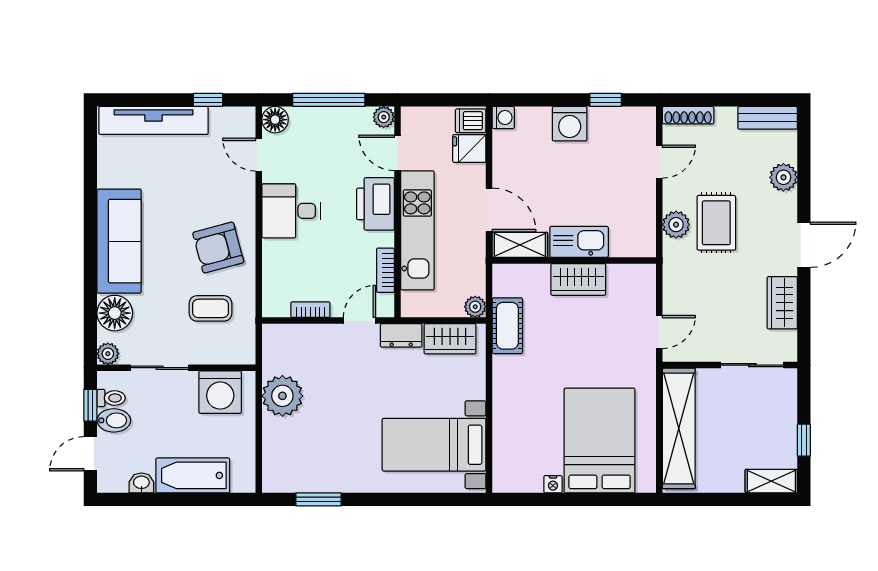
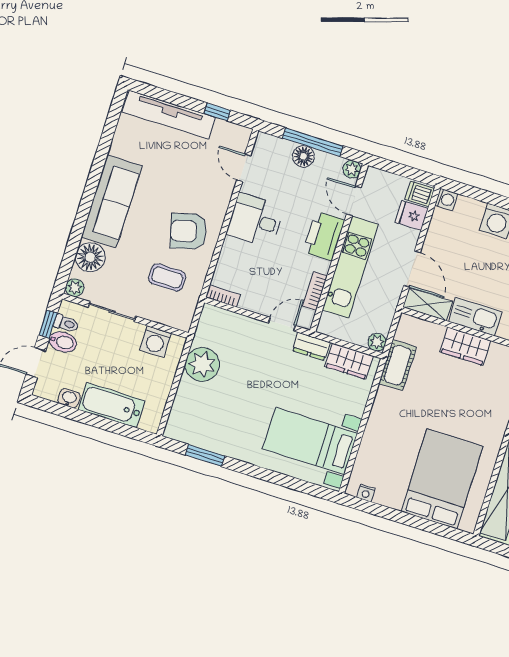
floor lamp: (275, 120) -> (303, 156), moved
bookcase: (310, 310) -> (223, 296), moved
washing machine: (220, 392) -> (155, 342), width x0.73, depth x0.73
nightstand: (553, 484) -> (366, 493), moved

